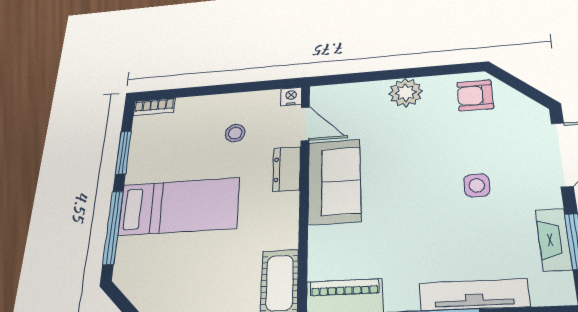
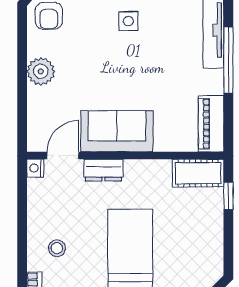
stool: (235, 133) -> (57, 248), moved

